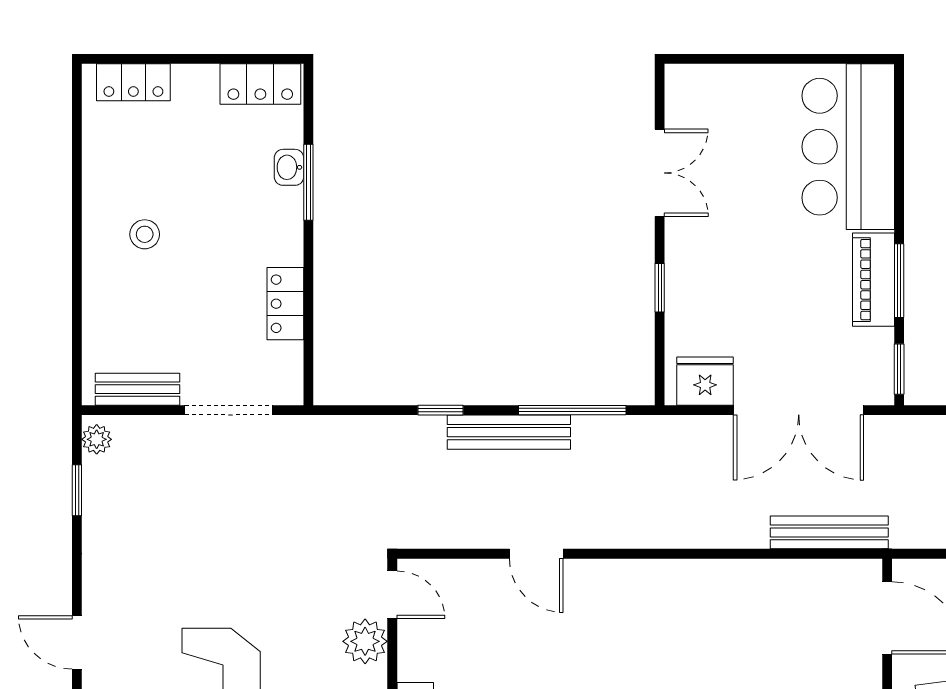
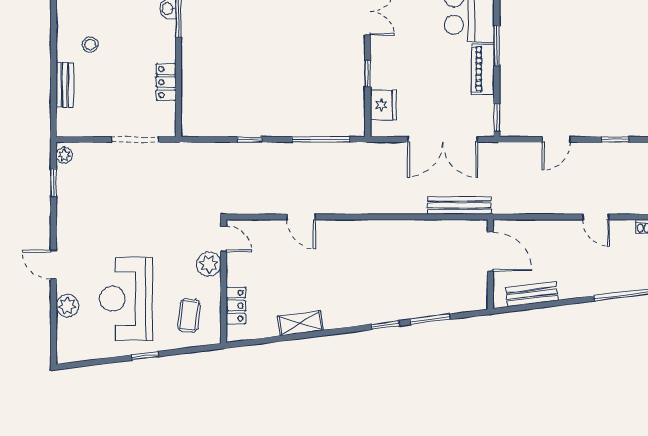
window: (899, 281) -> (497, 46), moved
fridge: (705, 381) -> (383, 105), moved, turned 90
bench: (137, 389) -> (65, 85), moved, turned 90
bench: (509, 432) -> (286, 151), removed

